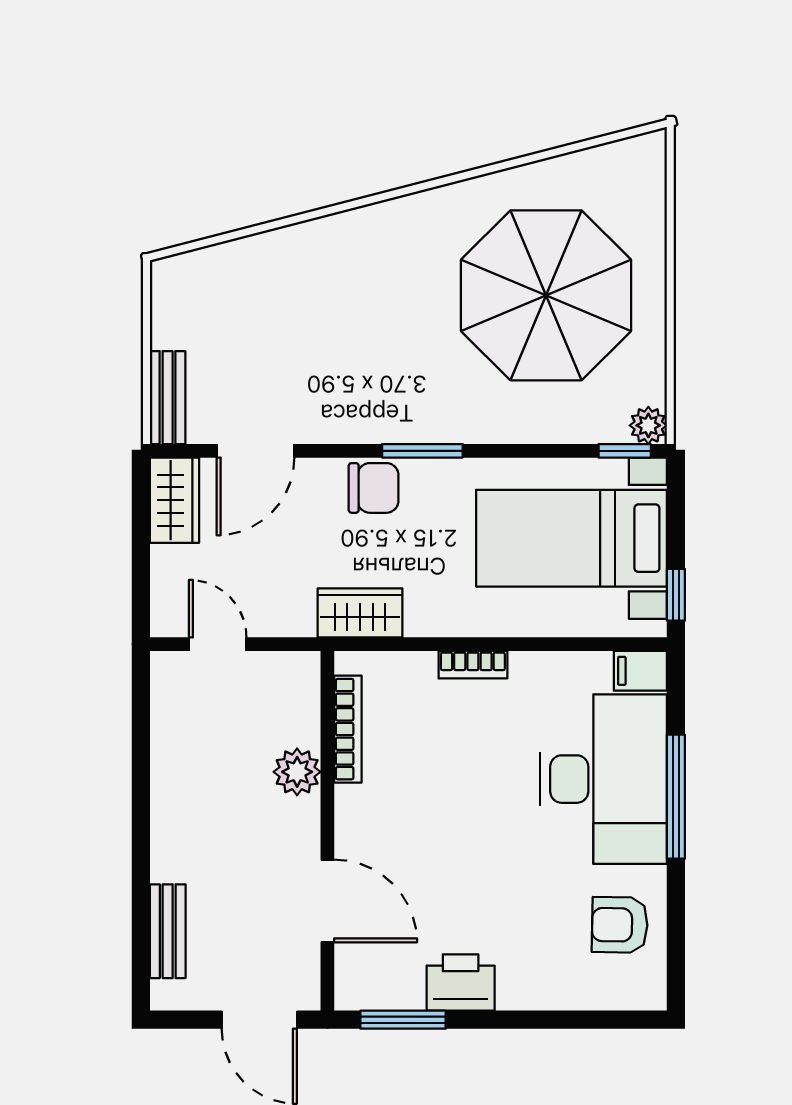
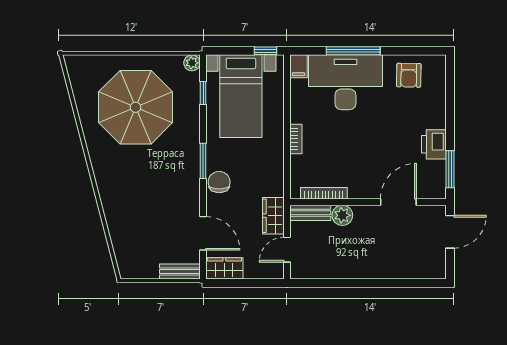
window: (625, 451) -> (203, 93), moved
wardrobe: (360, 613) -> (273, 216), moved
bench: (168, 931) -> (310, 213), moved

